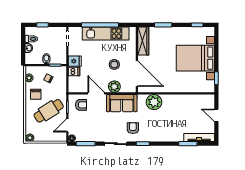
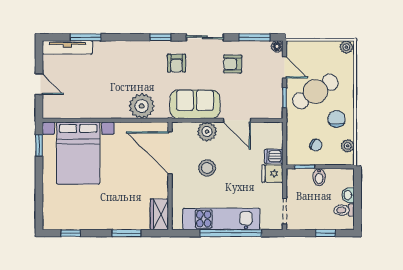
wardrobe: (143, 41) -> (159, 214), width x0.67
bed with nightstands: (195, 58) -> (78, 153), moved, turned 90
armchair: (81, 105) -> (233, 64), moved
door: (67, 125) -> (285, 67), hinge flipped

